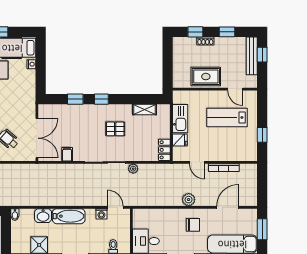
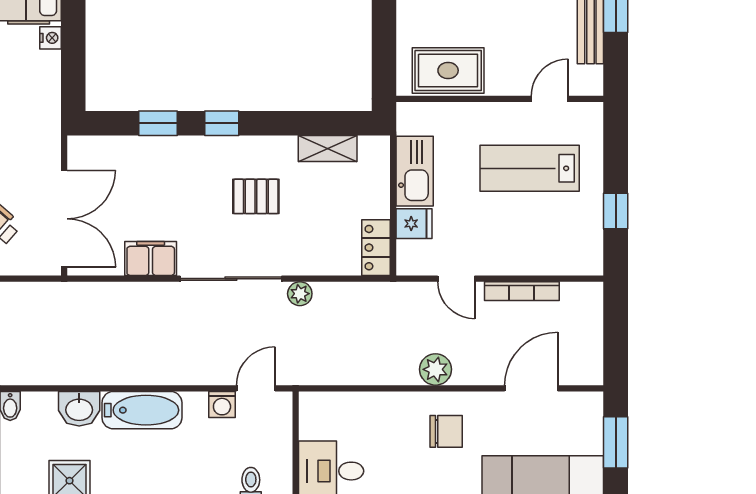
rug: (206, 77) -> (448, 70), moved
door: (235, 89) -> (550, 99), swing flipped
filing cabinet: (67, 154) -> (151, 258), width x2.00
door: (115, 207) -> (256, 388), hinge flipped

